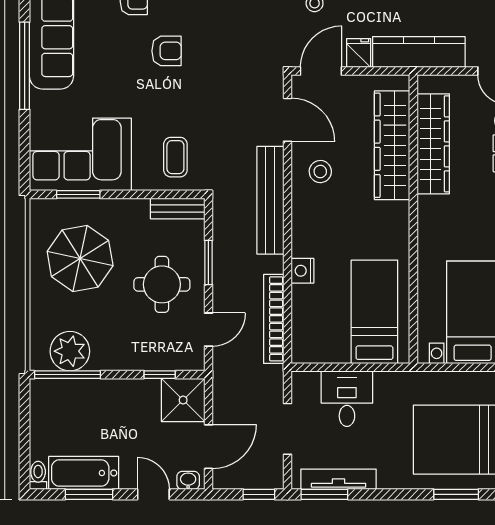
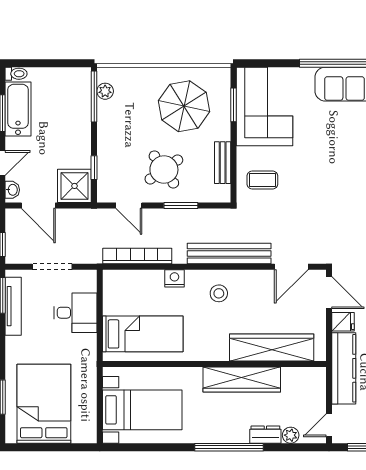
armchair: (167, 51) -> (345, 173), removed
wardrobe: (433, 144) -> (242, 379), moved
stool: (320, 172) -> (219, 293), moved
bench: (178, 209) -> (223, 163), moved
round table: (162, 284) -> (164, 169), turned -35
plant: (70, 351) -> (105, 91), width x0.53, depth x0.53

